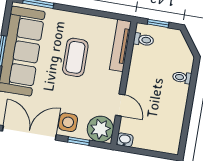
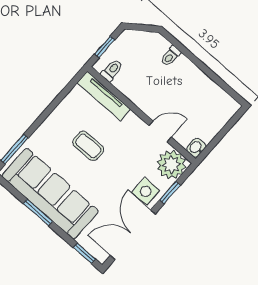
coffee table: (75, 57) -> (88, 146), width x0.73, depth x0.77

